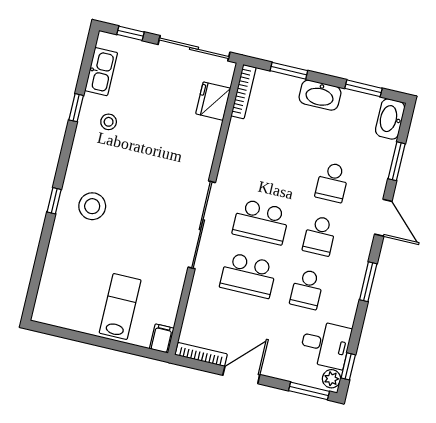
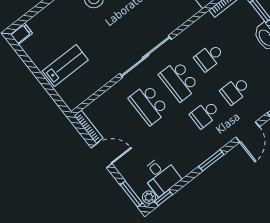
school desk: (307, 289) -> (209, 57), moved
filing cabinet: (162, 338) -> (21, 34), moved

